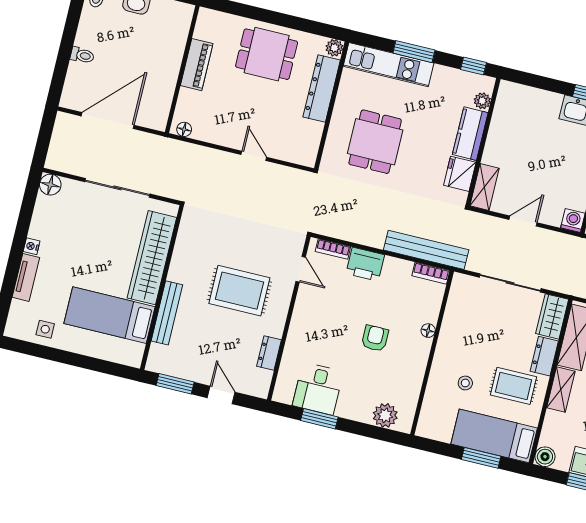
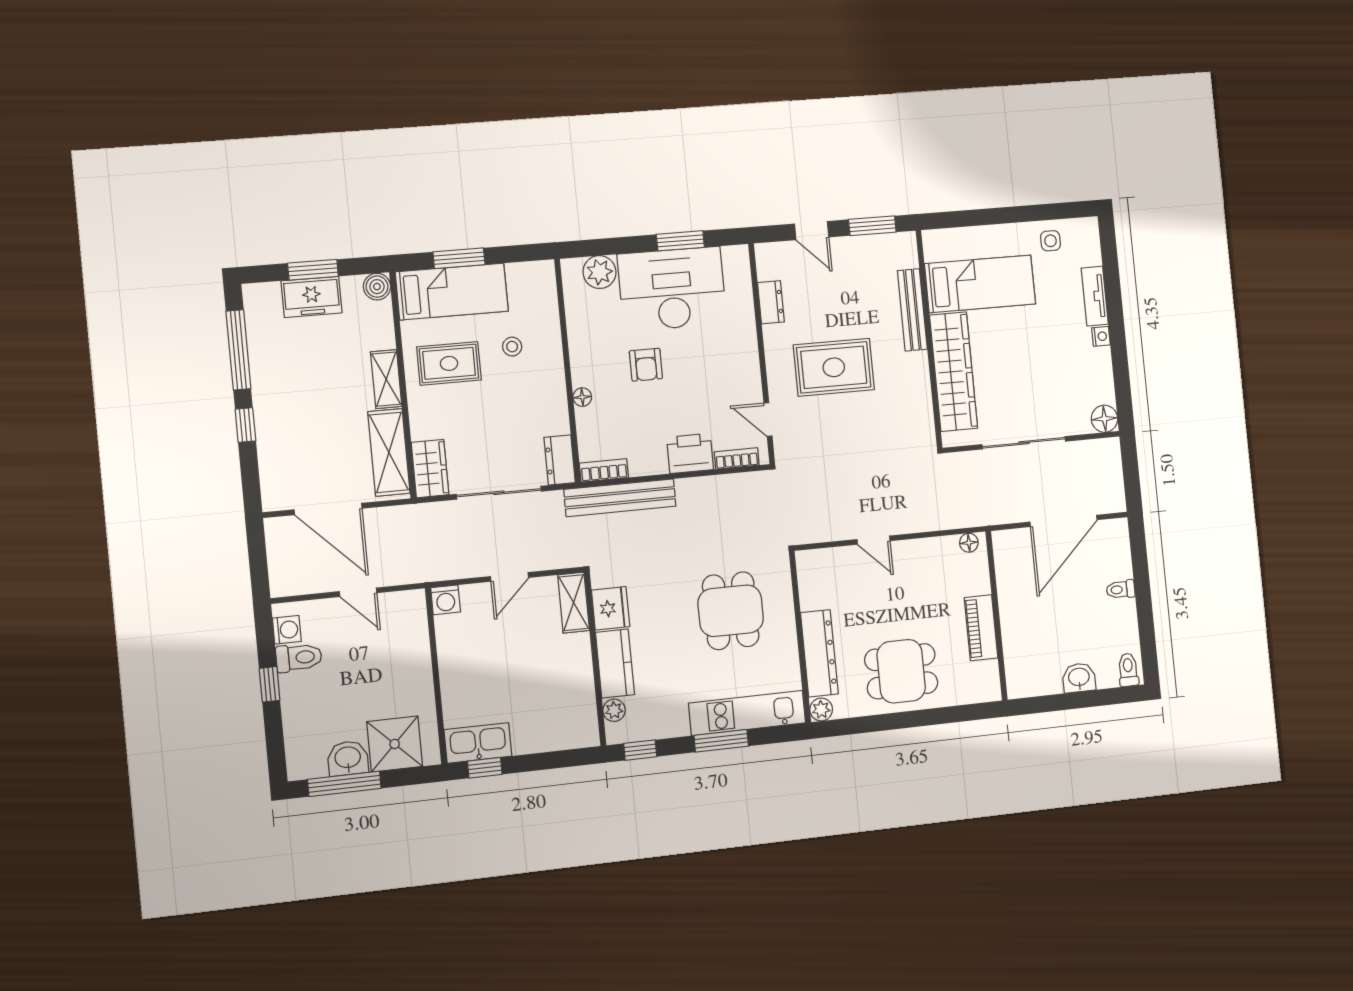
dresser: (544, 356) -> (560, 460), moved, turned 180
desk: (318, 389) -> (672, 289), width x1.87, depth x1.30

